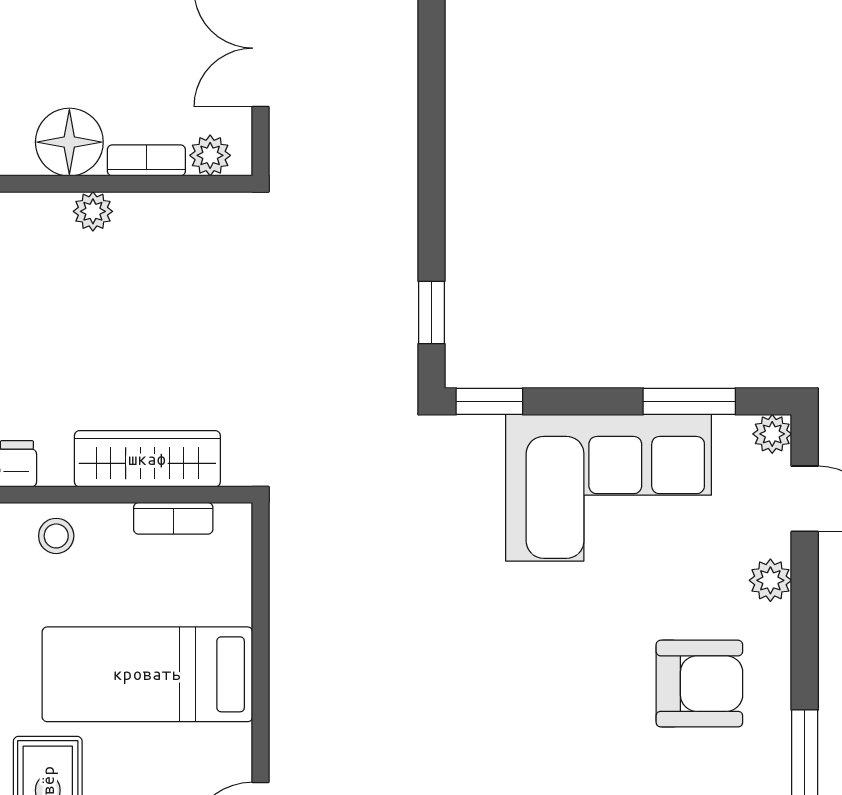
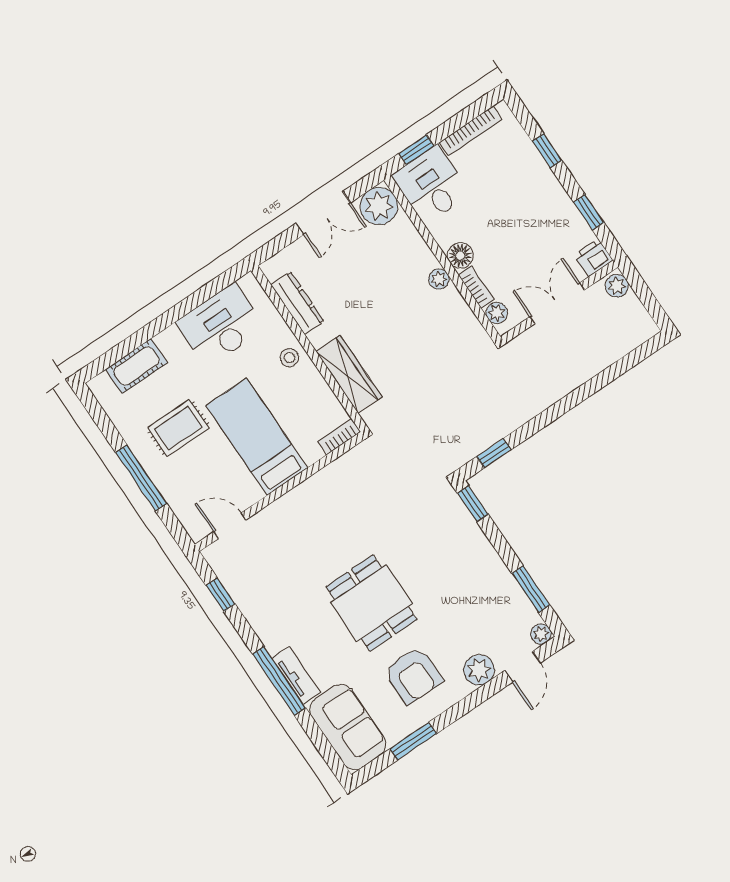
floor lamp: (69, 142) -> (460, 255), width x0.73, depth x0.73
corner sofa: (609, 488) -> (470, 580), removed
bookcase: (173, 518) -> (339, 437), moved, turned 90
plant: (770, 580) -> (479, 670), width x1.38, depth x1.38
dining table: (538, 672) -> (371, 603), added

